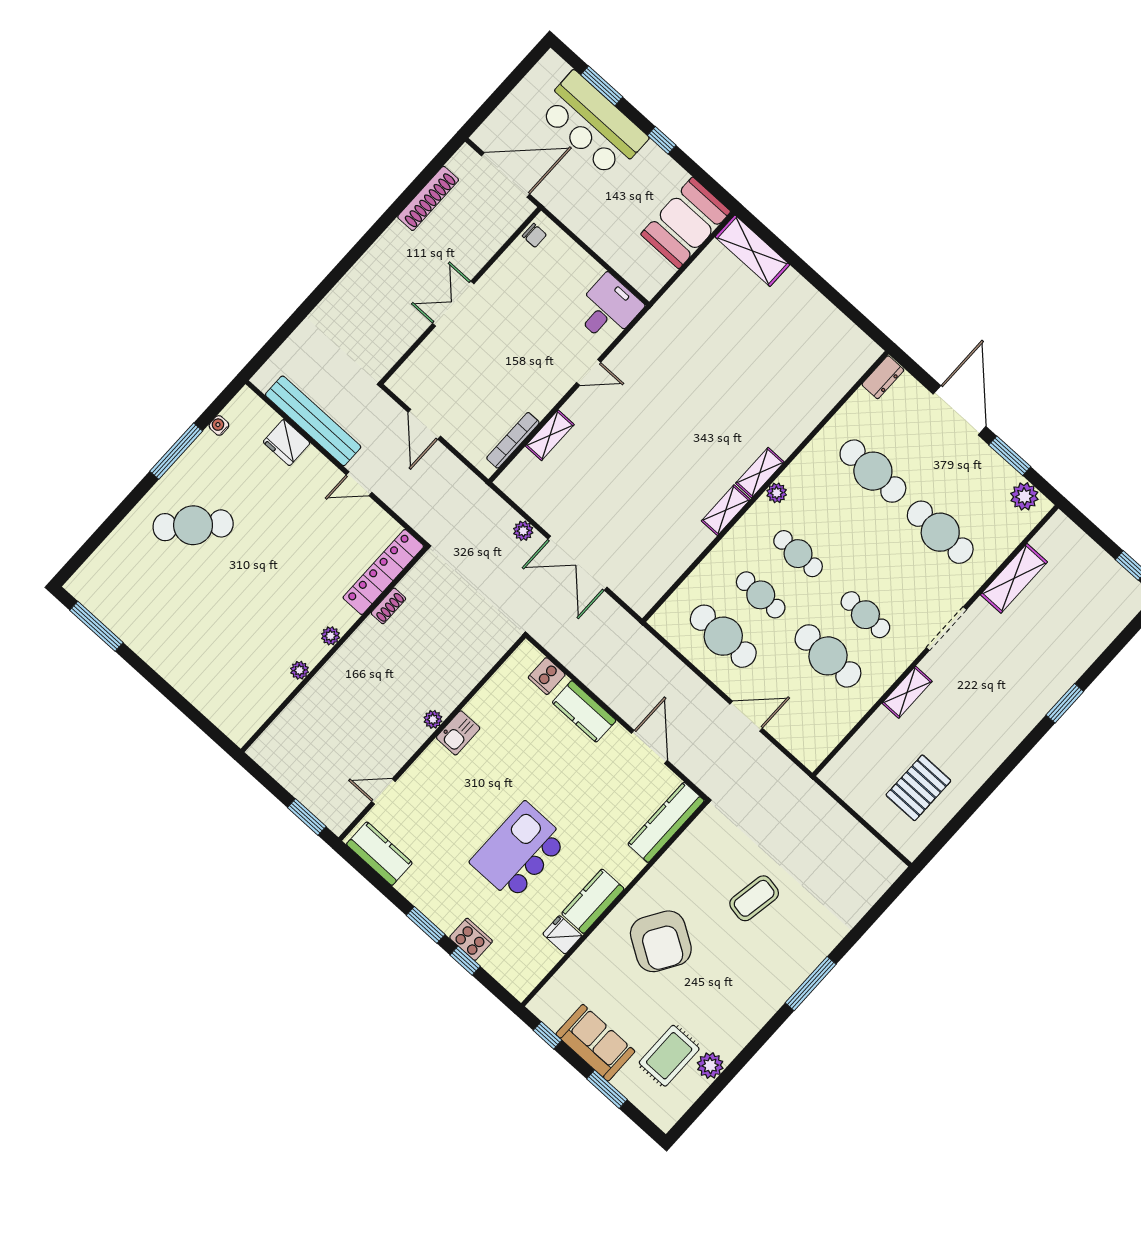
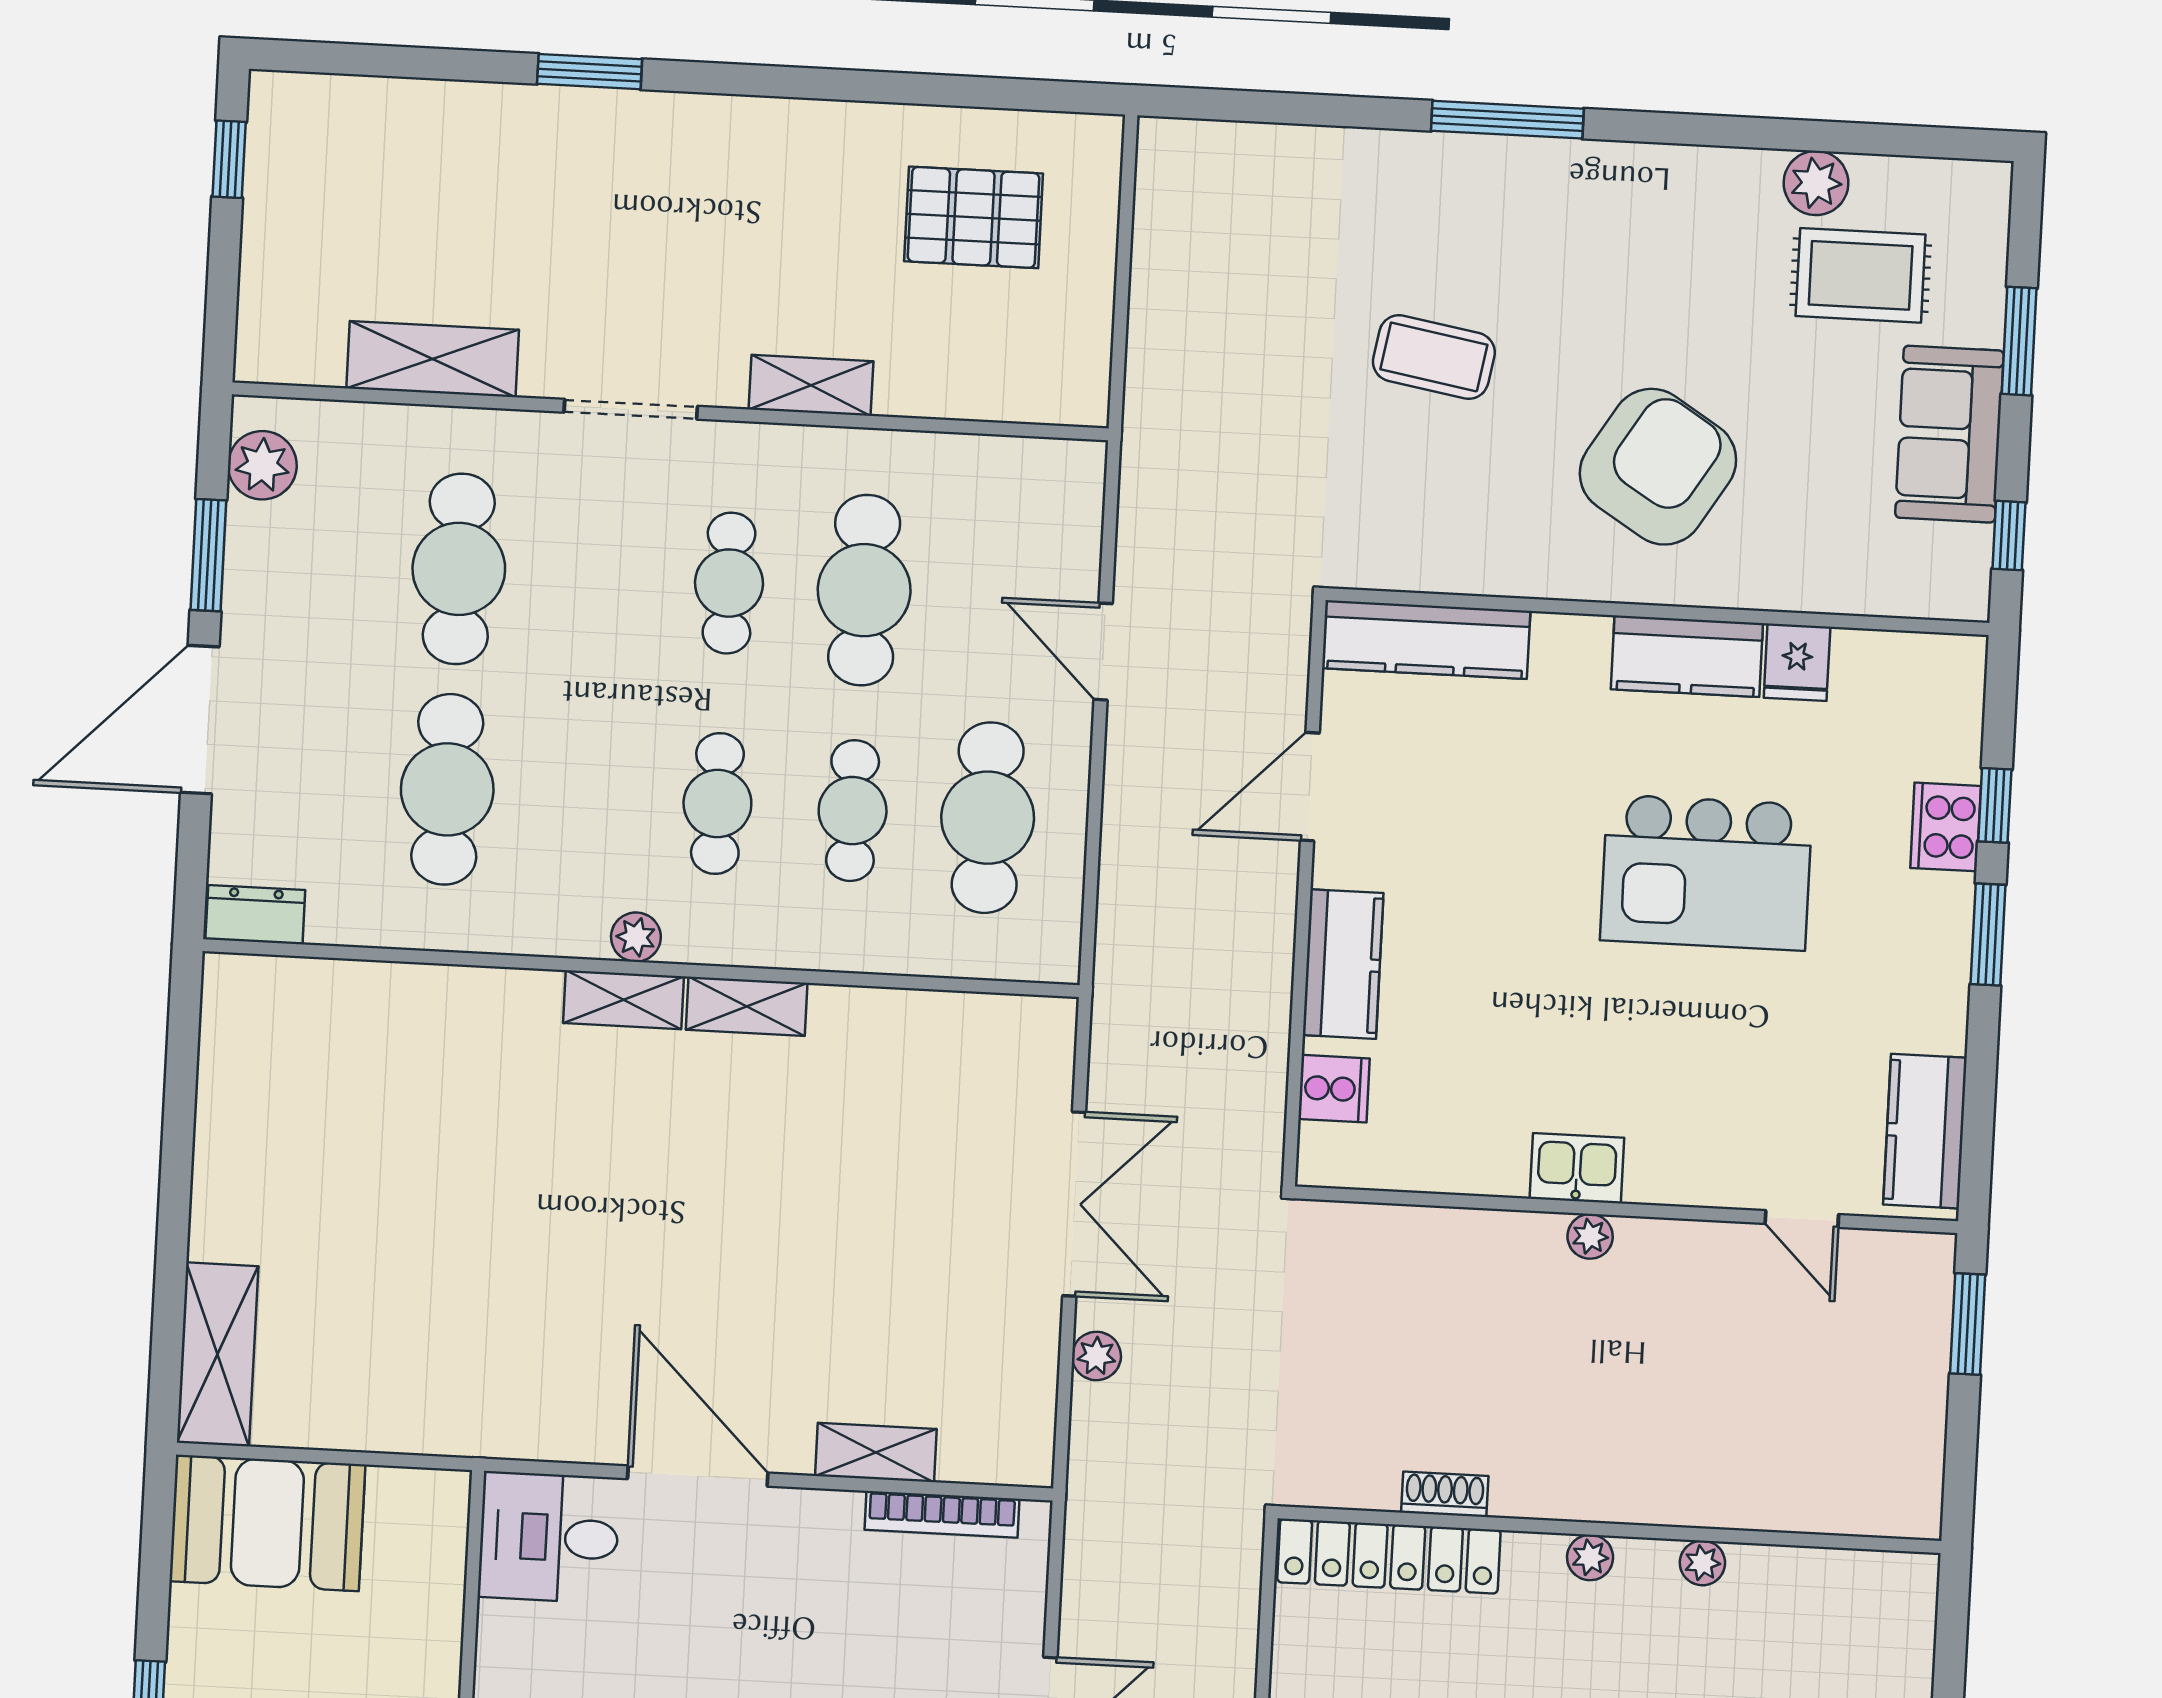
door: (589, 372) -> (698, 1476), width x1.88

